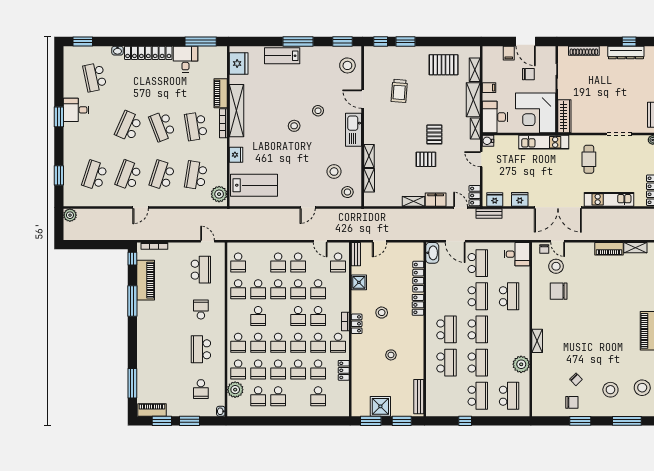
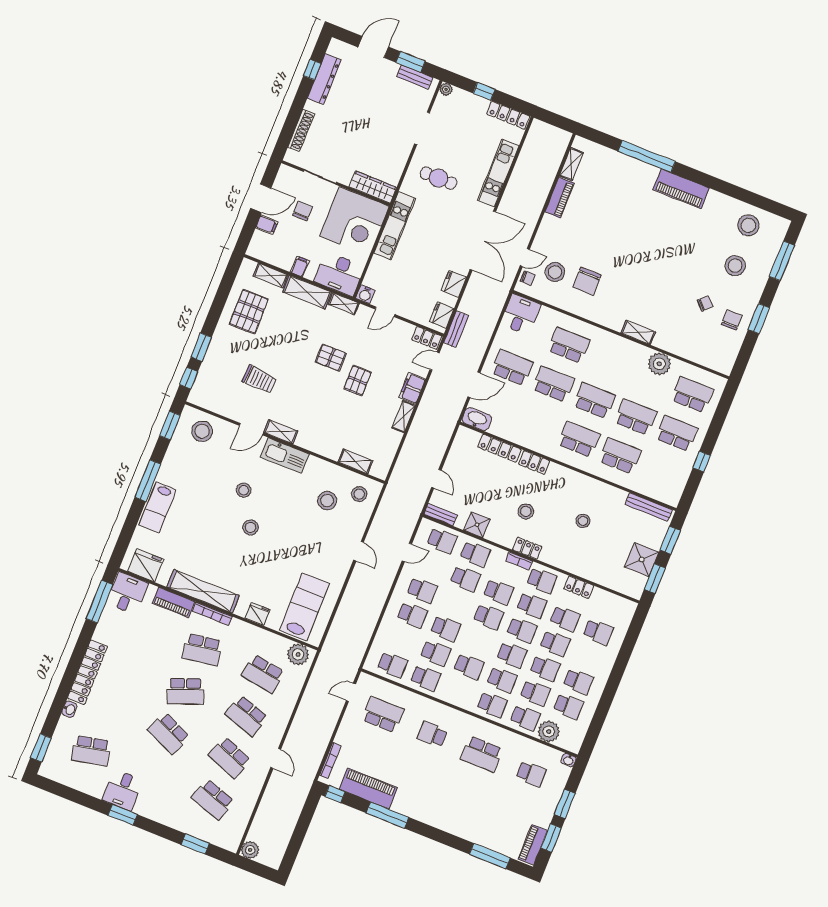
desk: (185, 59) -> (127, 593), moved, turned 90
shelving: (369, 156) -> (281, 432), moved
school desk: (298, 289) -> (475, 554), moved

